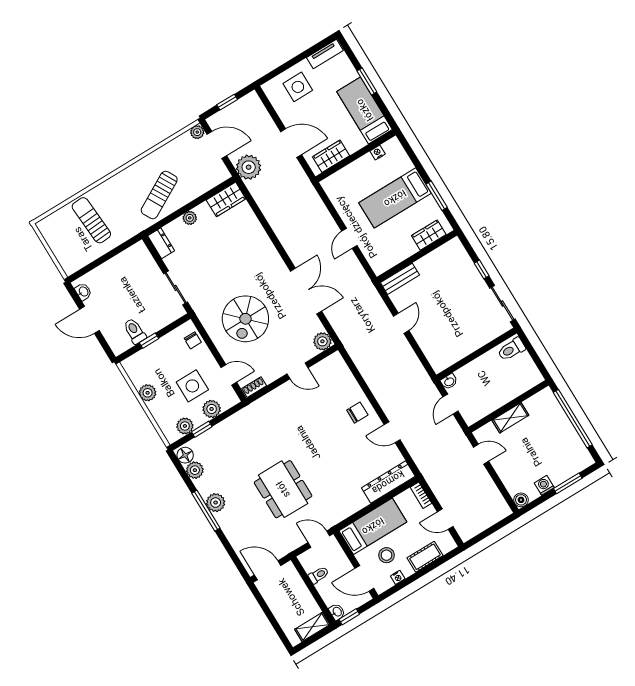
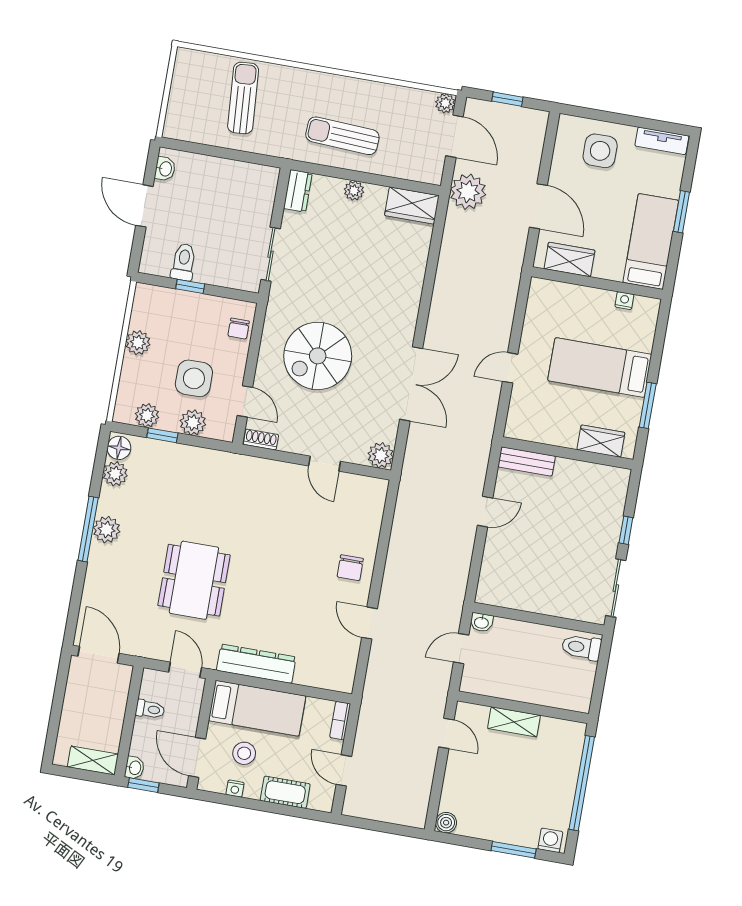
sun lounger: (159, 195) -> (342, 136), turned 32
chair: (357, 413) -> (350, 568), turned 90
dresser: (388, 482) -> (256, 664), moved
washing machine: (544, 485) -> (550, 840), moved

